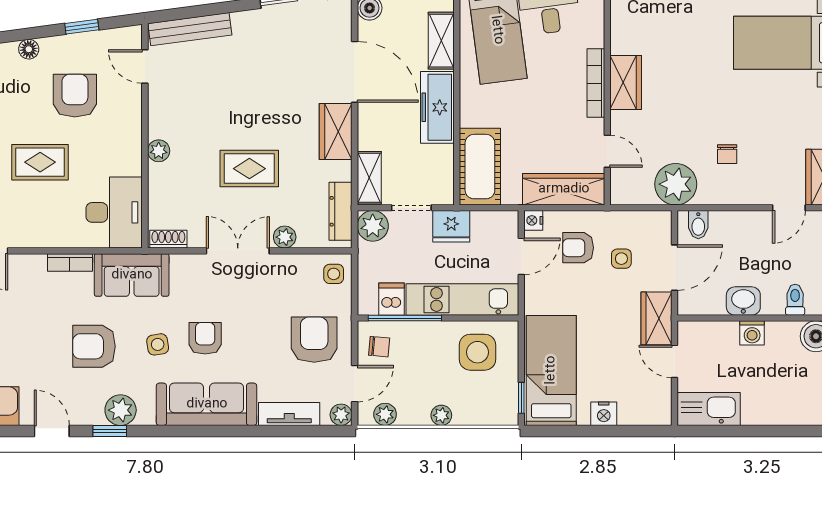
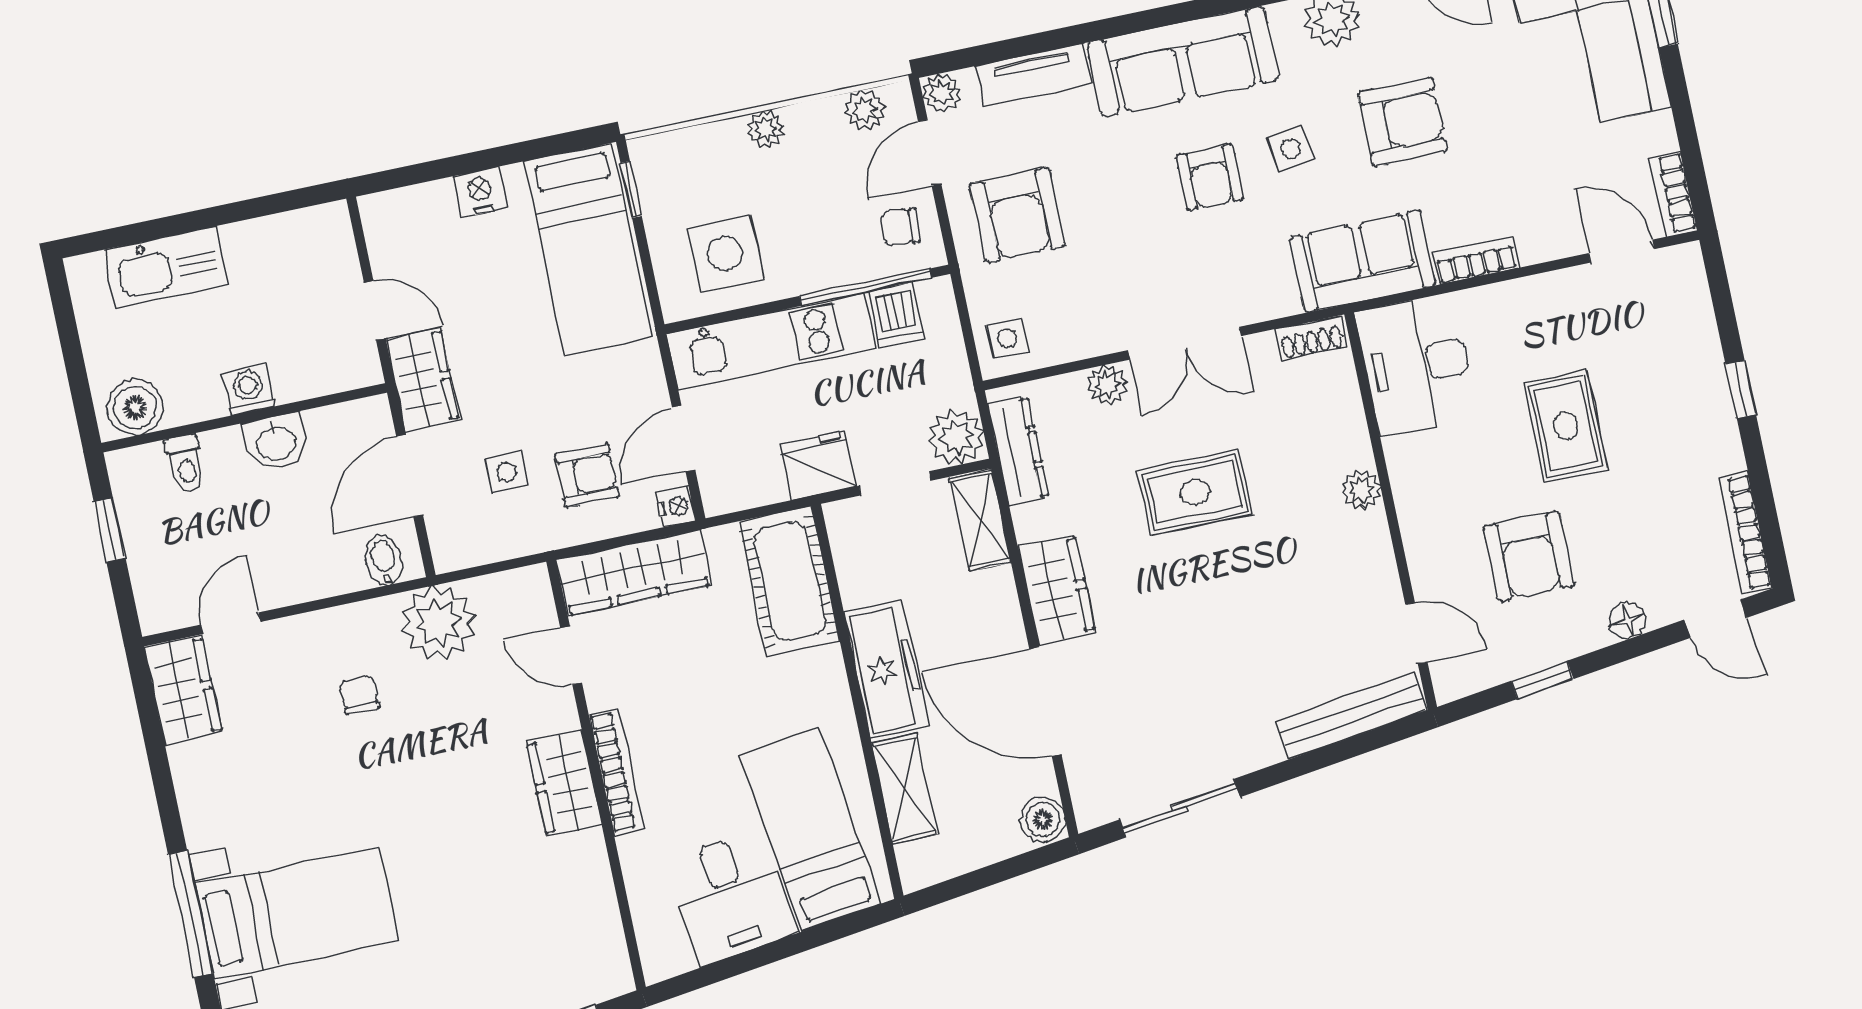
rug: (40, 162) -> (1566, 426), turned 90
kitchen sink: (709, 409) -> (167, 267), moved

